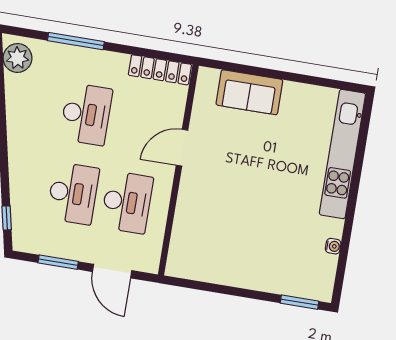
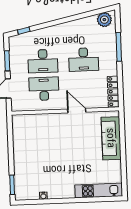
sofa: (249, 92) -> (111, 138), width x1.36
kitchen unit: (342, 154) -> (99, 191), width x0.73
desk: (127, 202) -> (44, 89), turned 180

